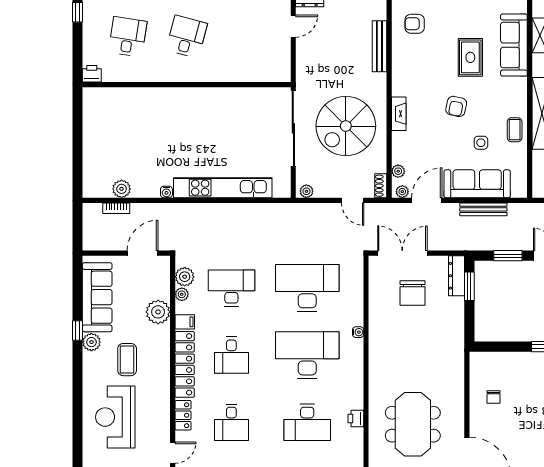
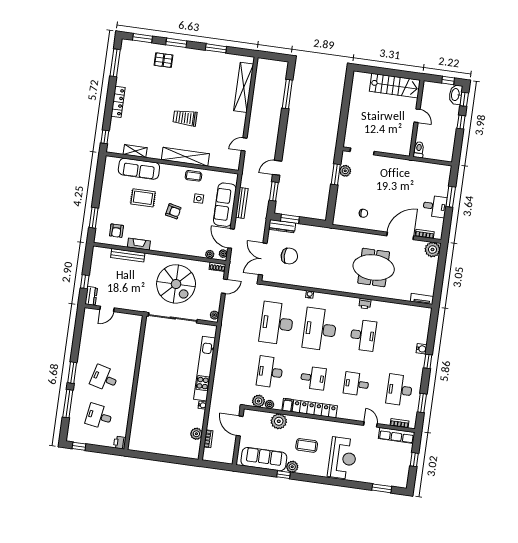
door: (293, 26) -> (107, 309), swing flipped
fireplace: (399, 114) -> (139, 244), moved
locker: (183, 415) -> (347, 414), removed
reception desk: (115, 417) -> (343, 458), turned -90
desk: (231, 422) -> (356, 384), turned 180

